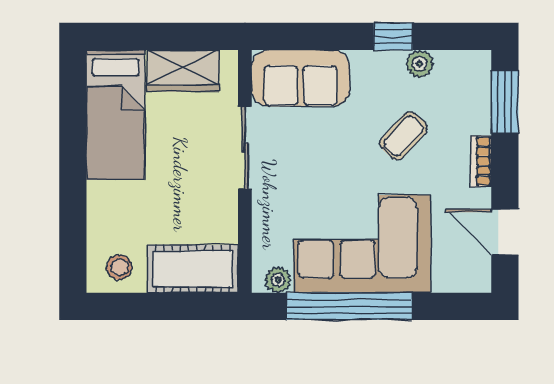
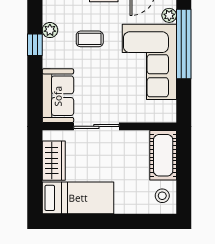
coffee table: (404, 136) -> (90, 39), turned -43
plant: (278, 280) -> (169, 15), moved
window: (349, 306) -> (184, 44), moved

